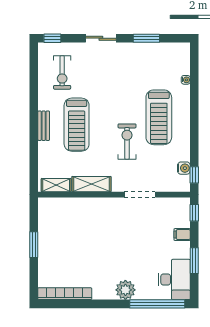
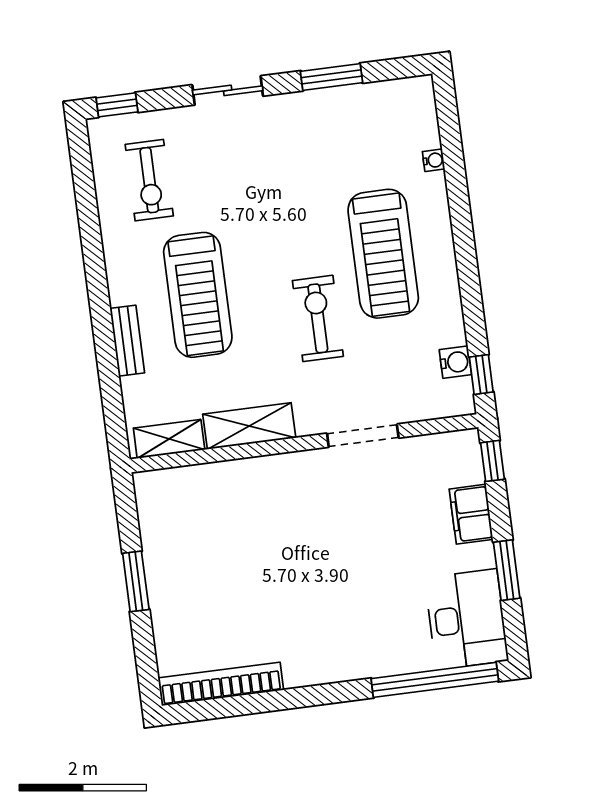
bench: (44, 126) -> (127, 341), moved
filing cabinet: (182, 235) -> (471, 514), width x2.00
plant: (125, 290) -> (358, 657), removed

